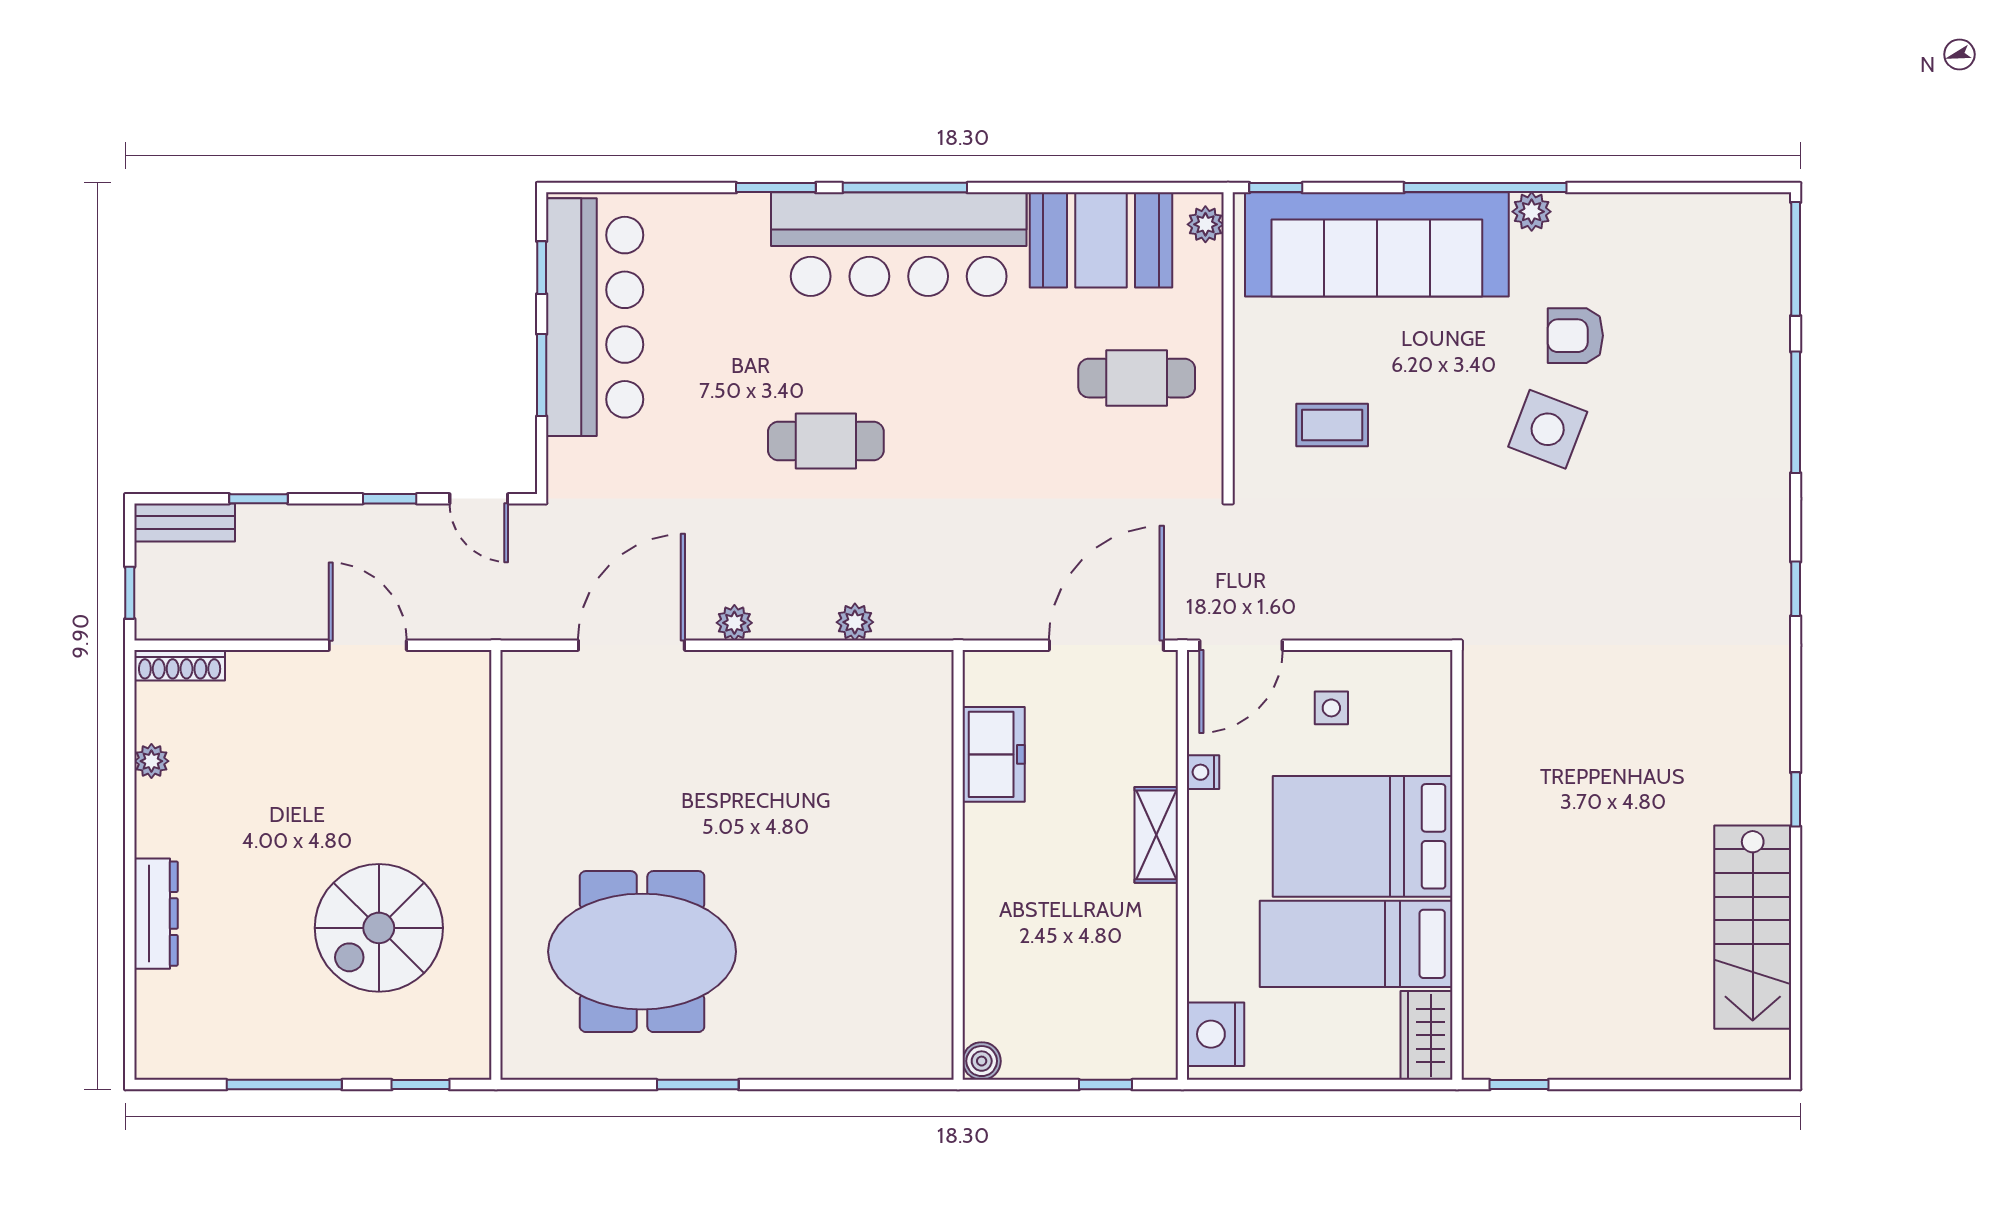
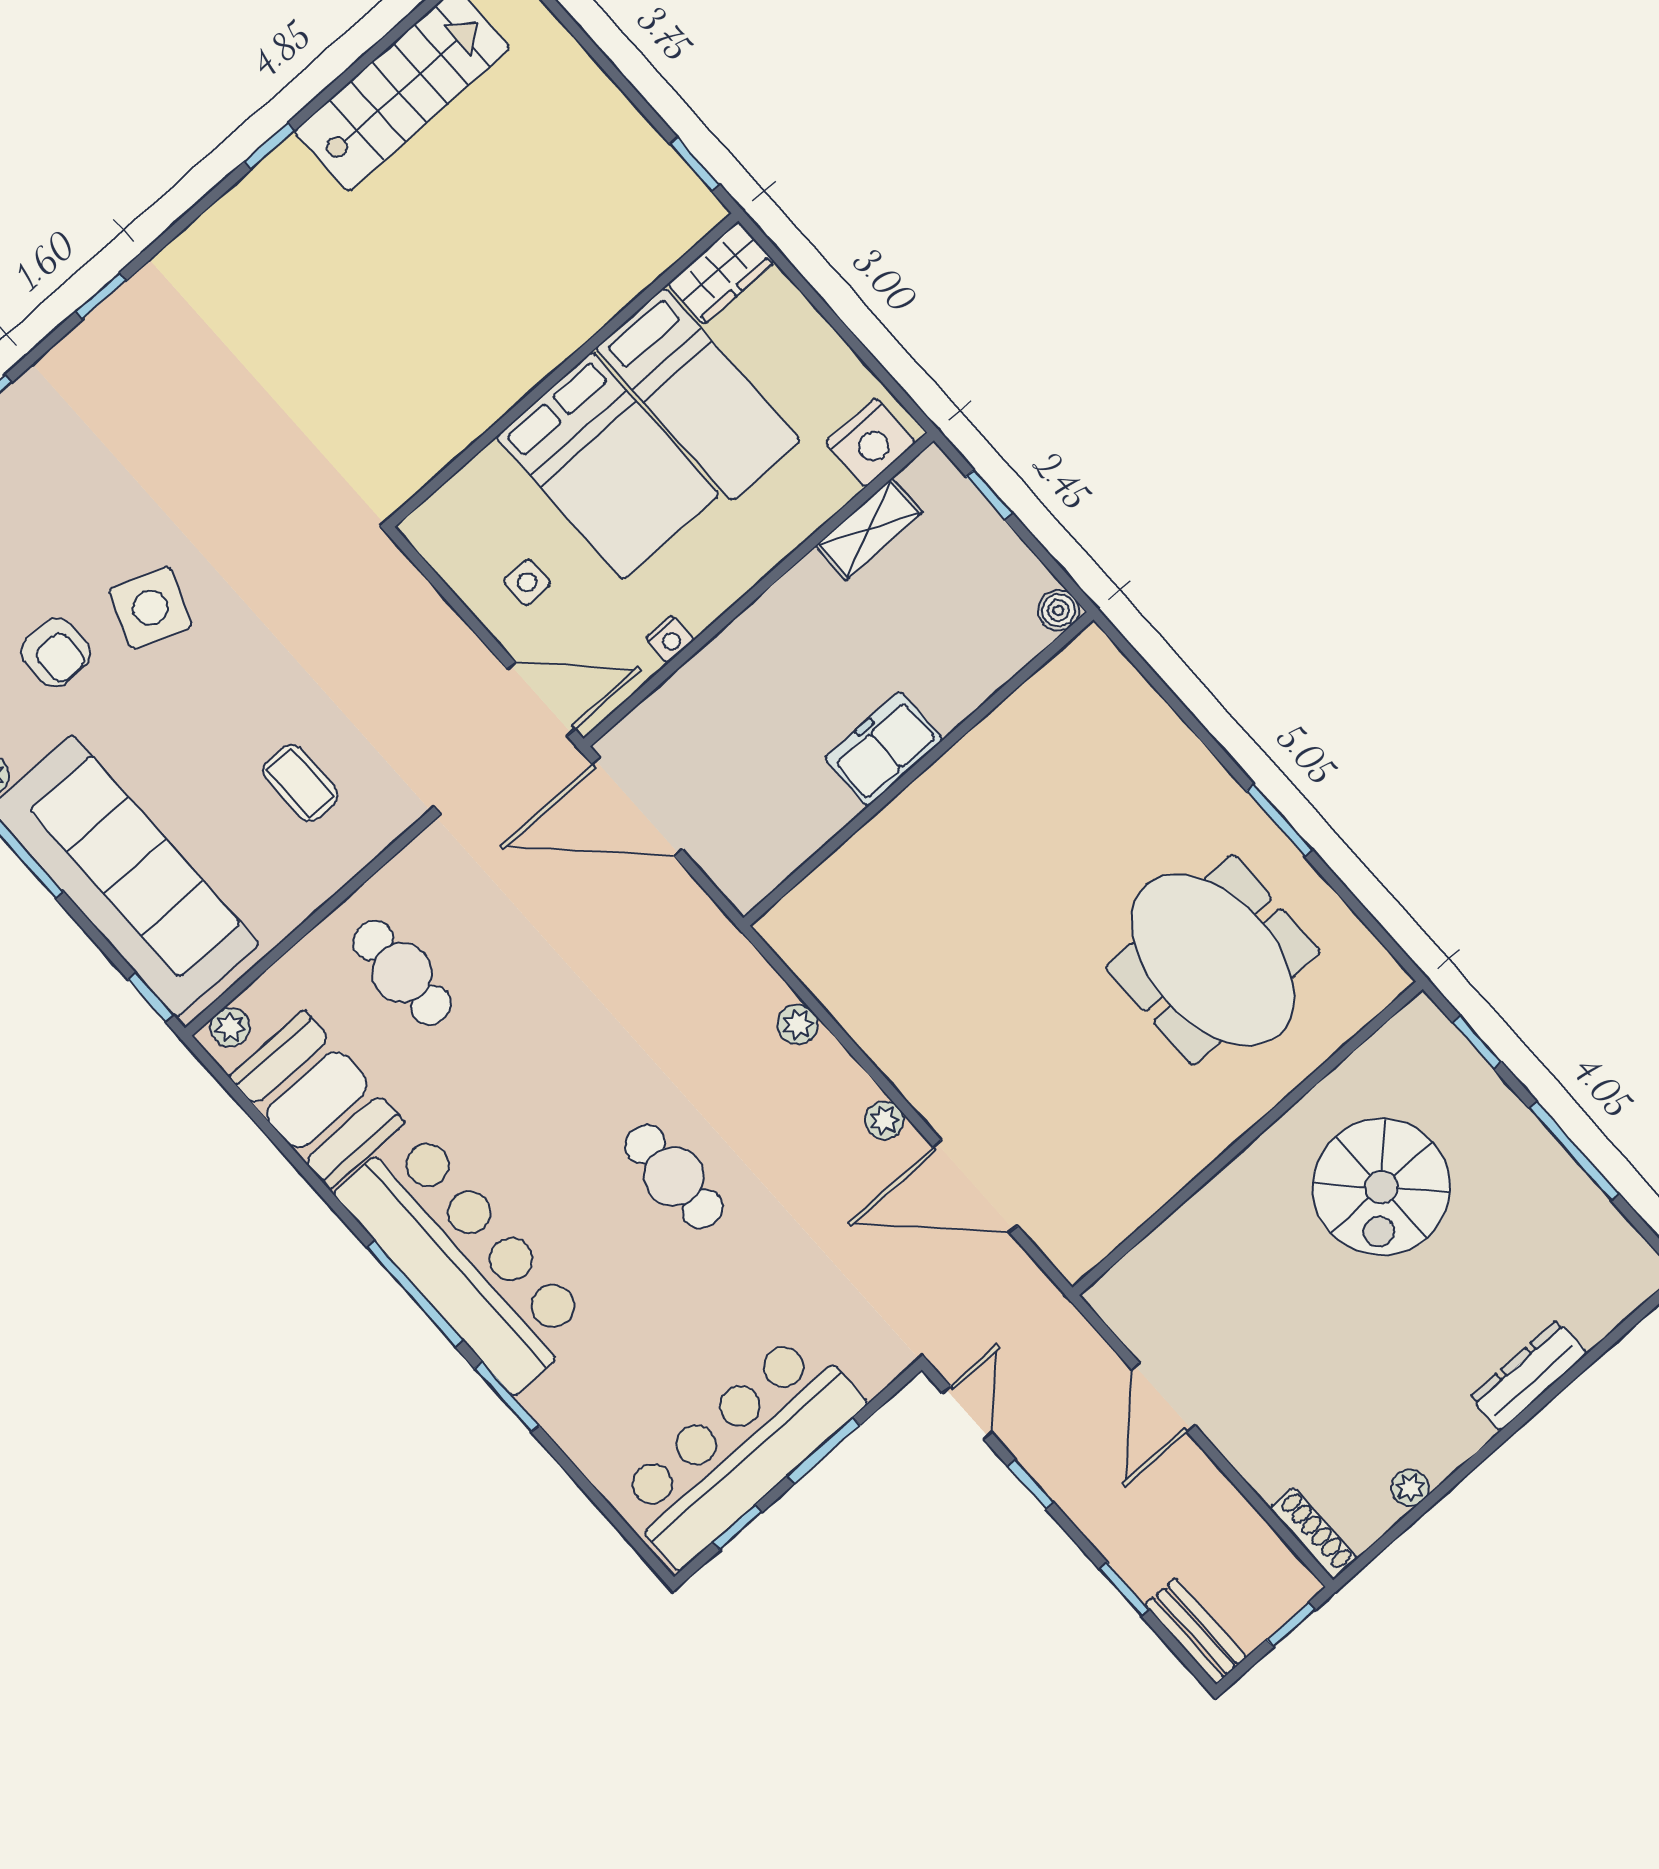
freezer: (994, 754) -> (884, 749), moved
shelving: (1156, 835) -> (869, 529), moved
spiral stairs: (379, 928) -> (1381, 1187), turned 90

